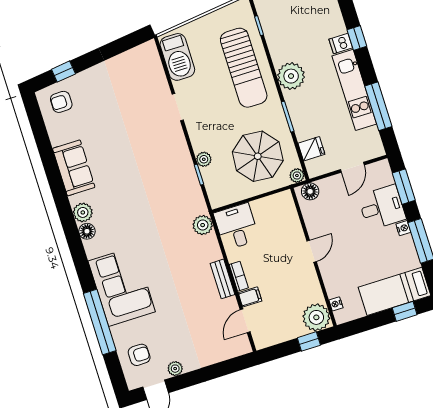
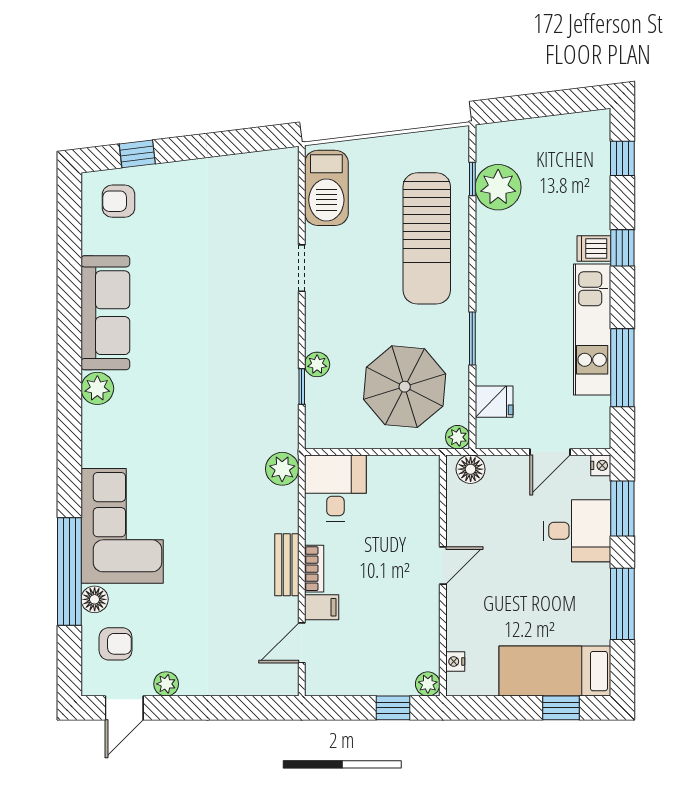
plant: (291, 76) -> (498, 187), moved
sofa: (74, 168) -> (105, 313), width x1.36
nightstand: (403, 228) -> (601, 465), moved
floor lamp: (87, 231) -> (95, 599), moved
plant: (316, 317) -> (428, 684), width x0.53, depth x0.53

